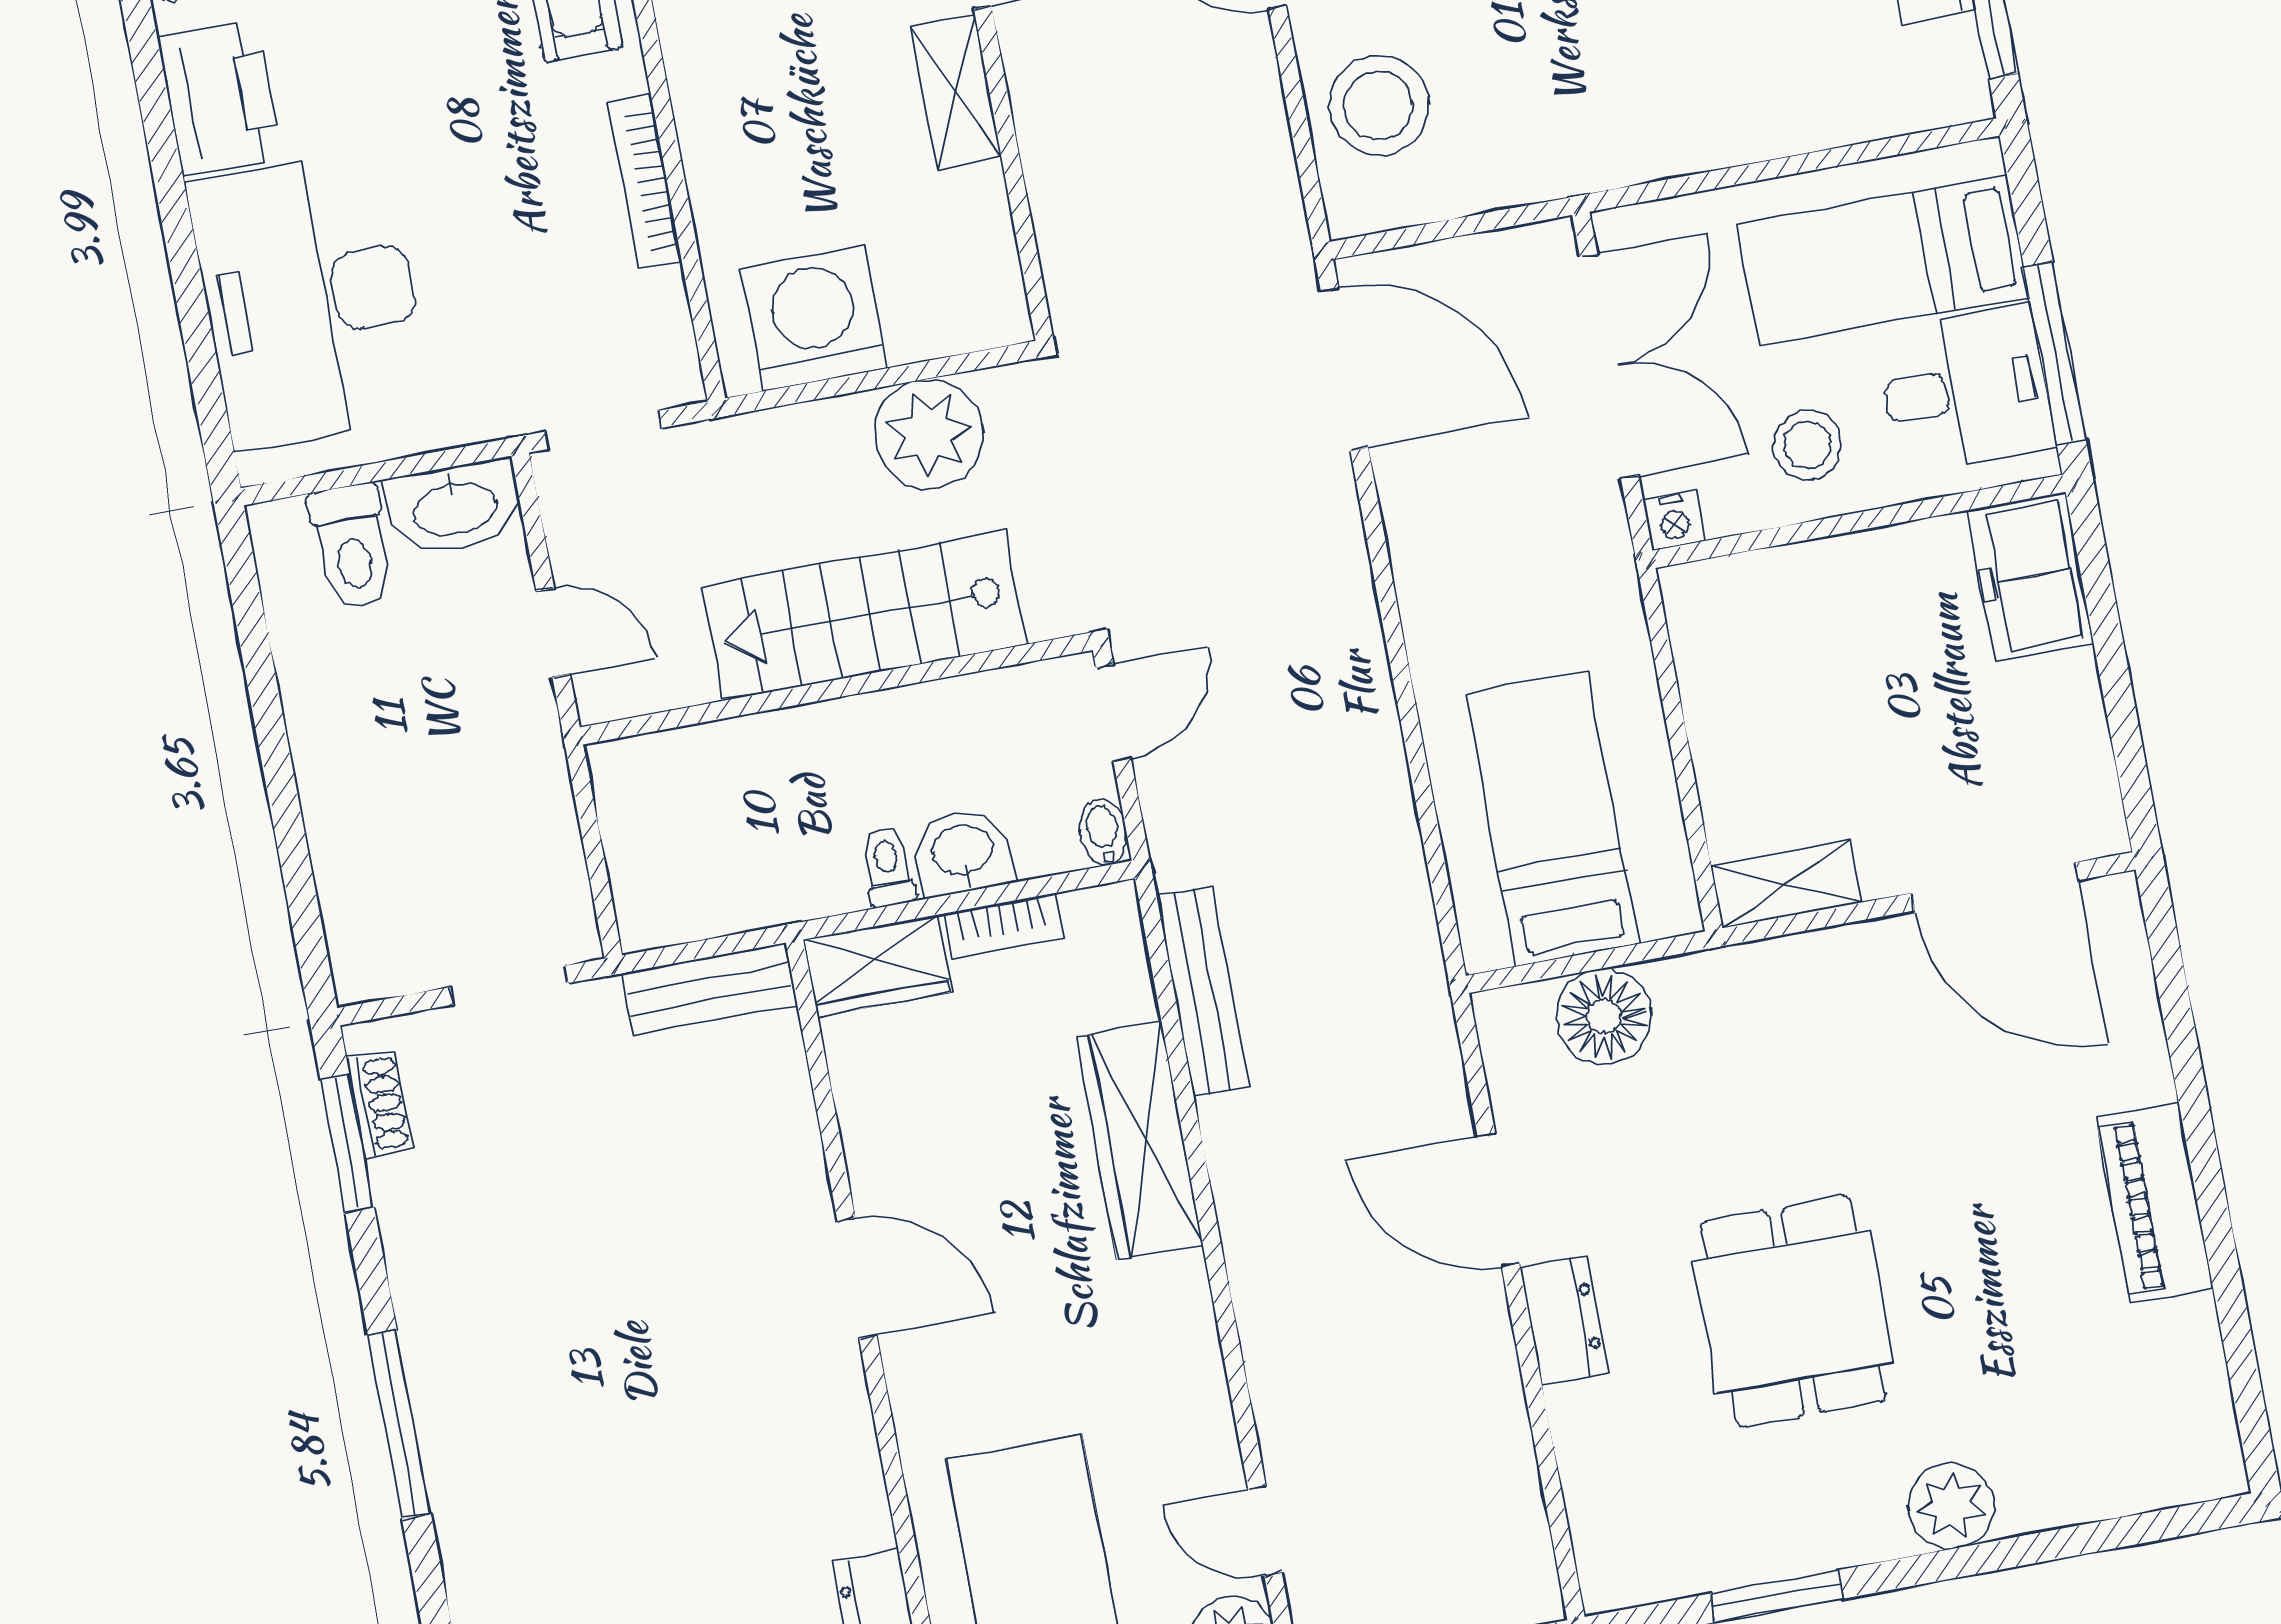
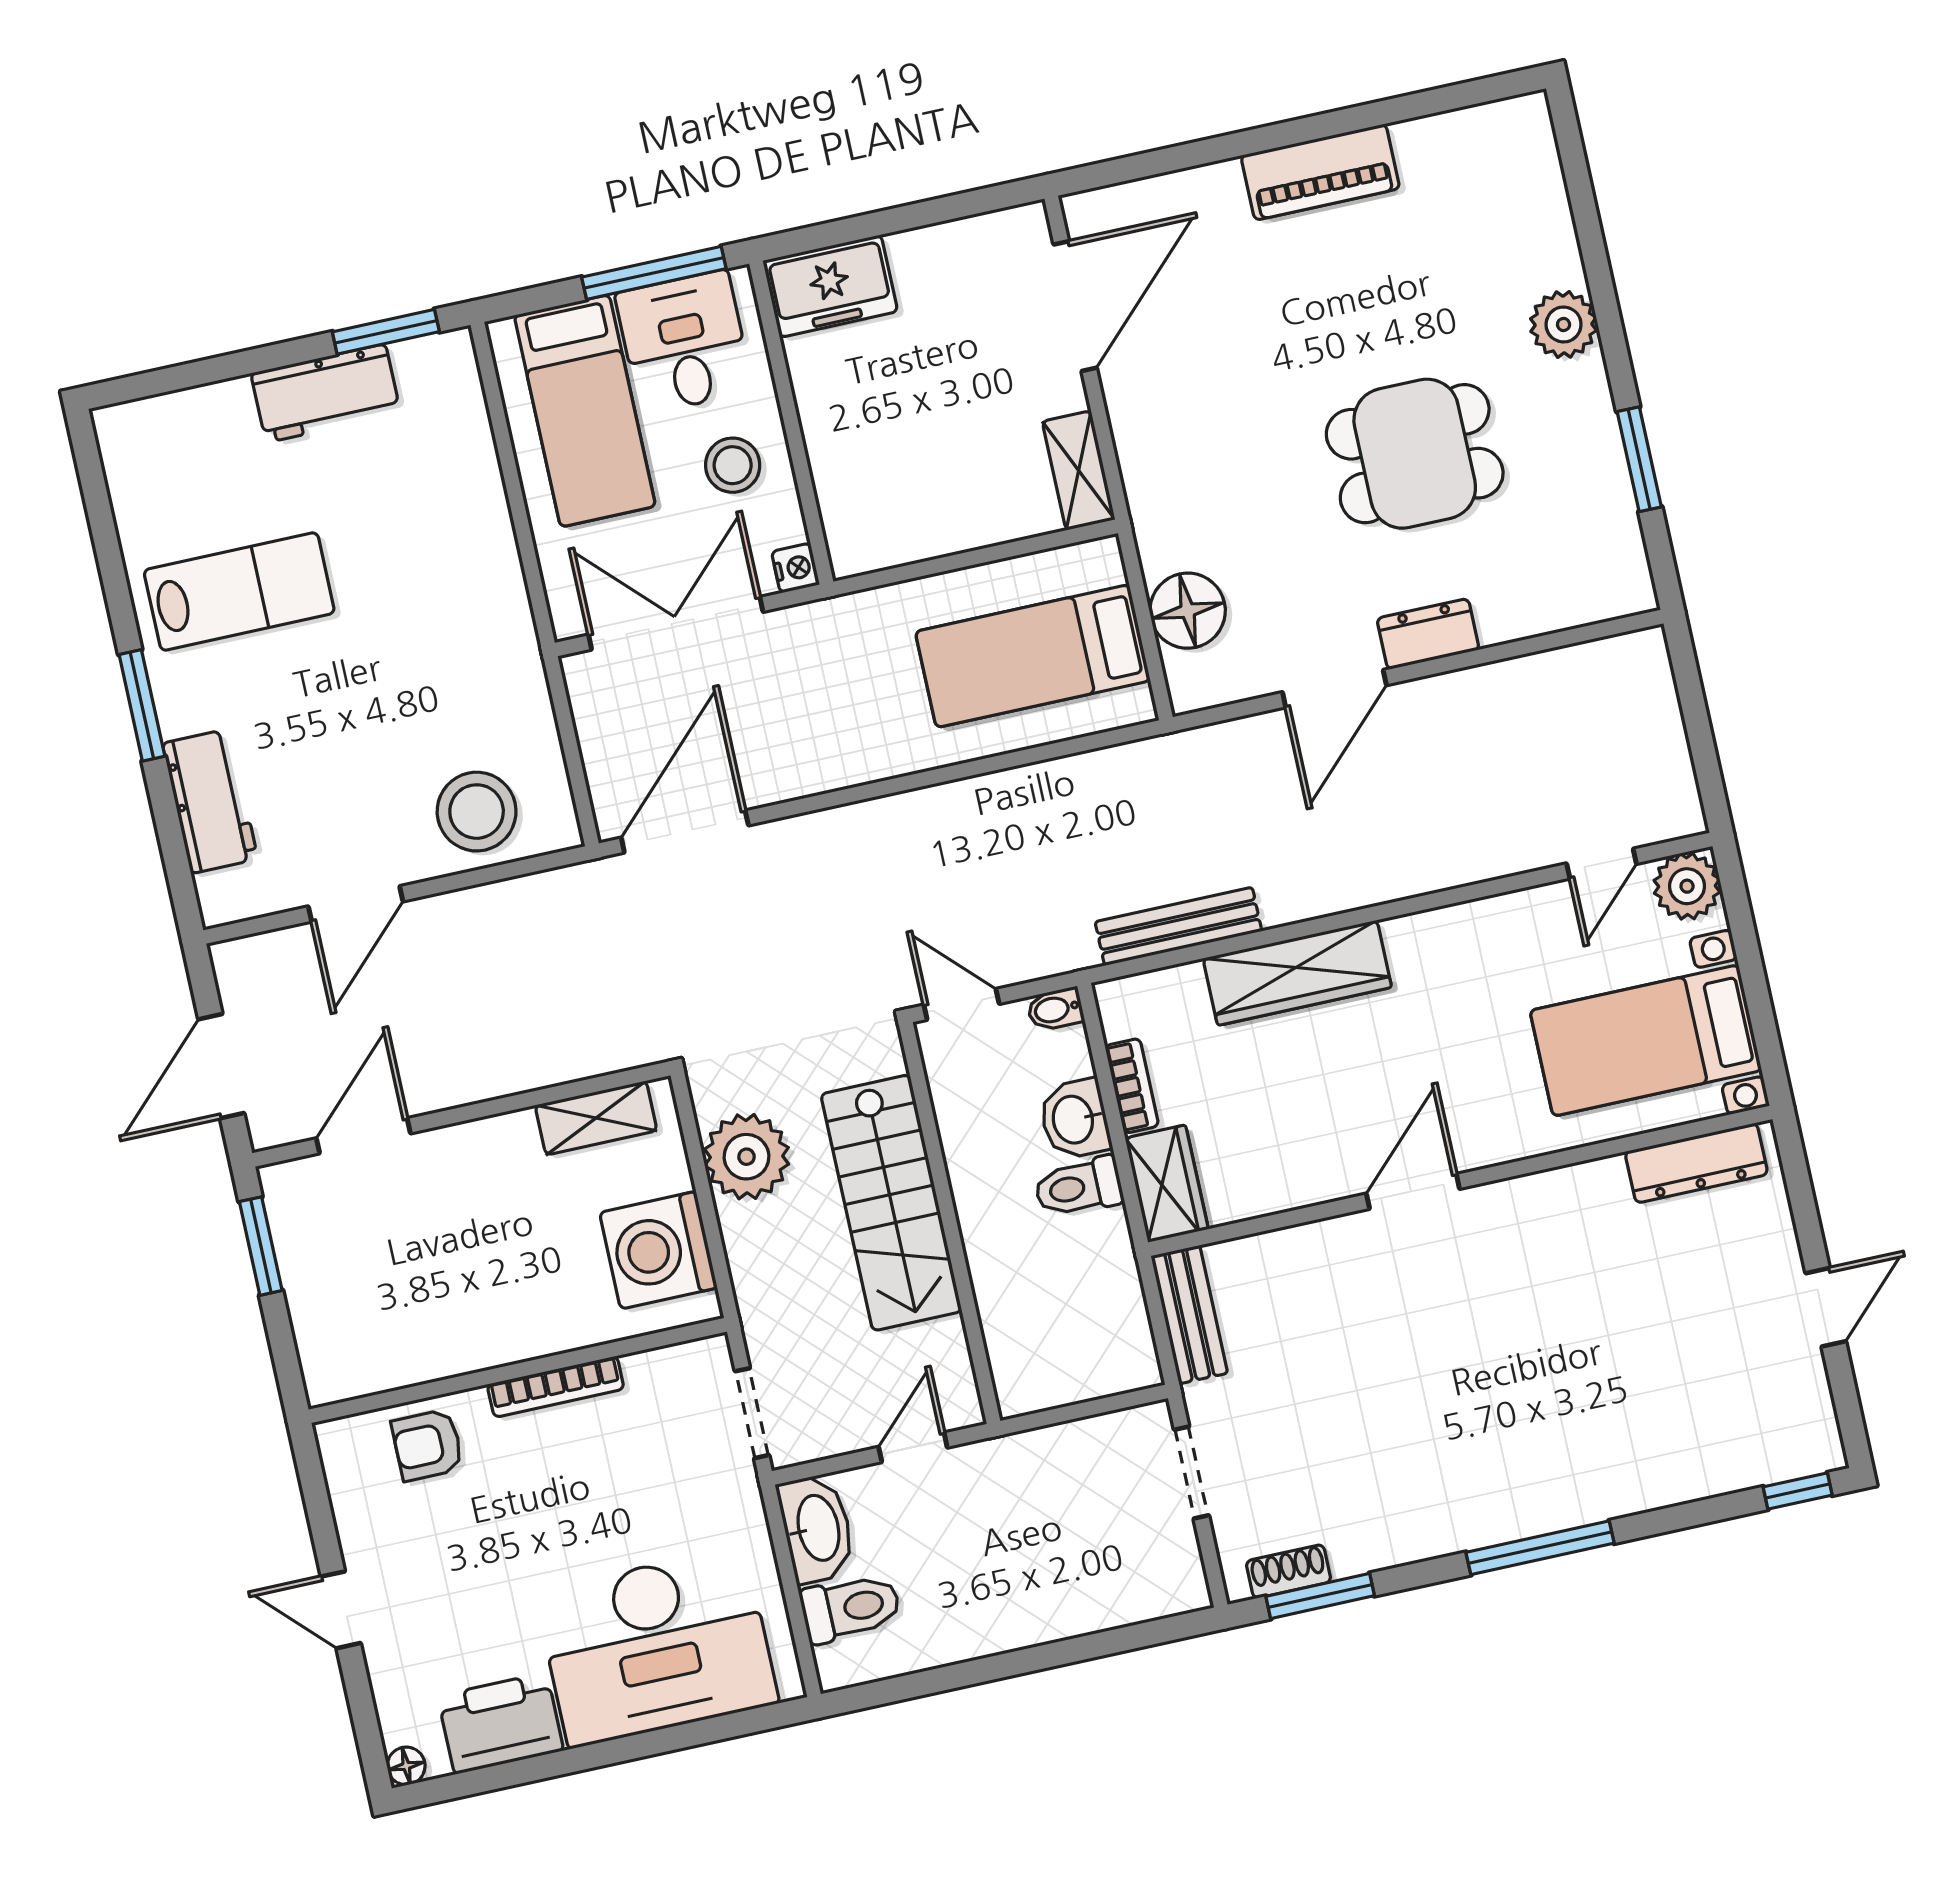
shelving: (956, 91) -> (596, 1118), moved
toilet: (888, 867) -> (1079, 1187), width x1.37, depth x1.39

